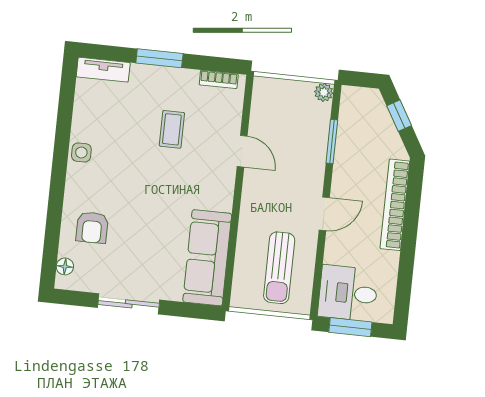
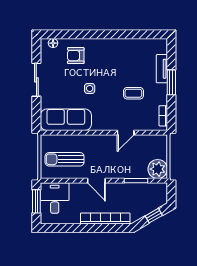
tv unit: (103, 70) -> (162, 69), moved
plant: (324, 92) -> (158, 169), width x1.87, depth x1.87
side table: (81, 152) -> (90, 88), moved

